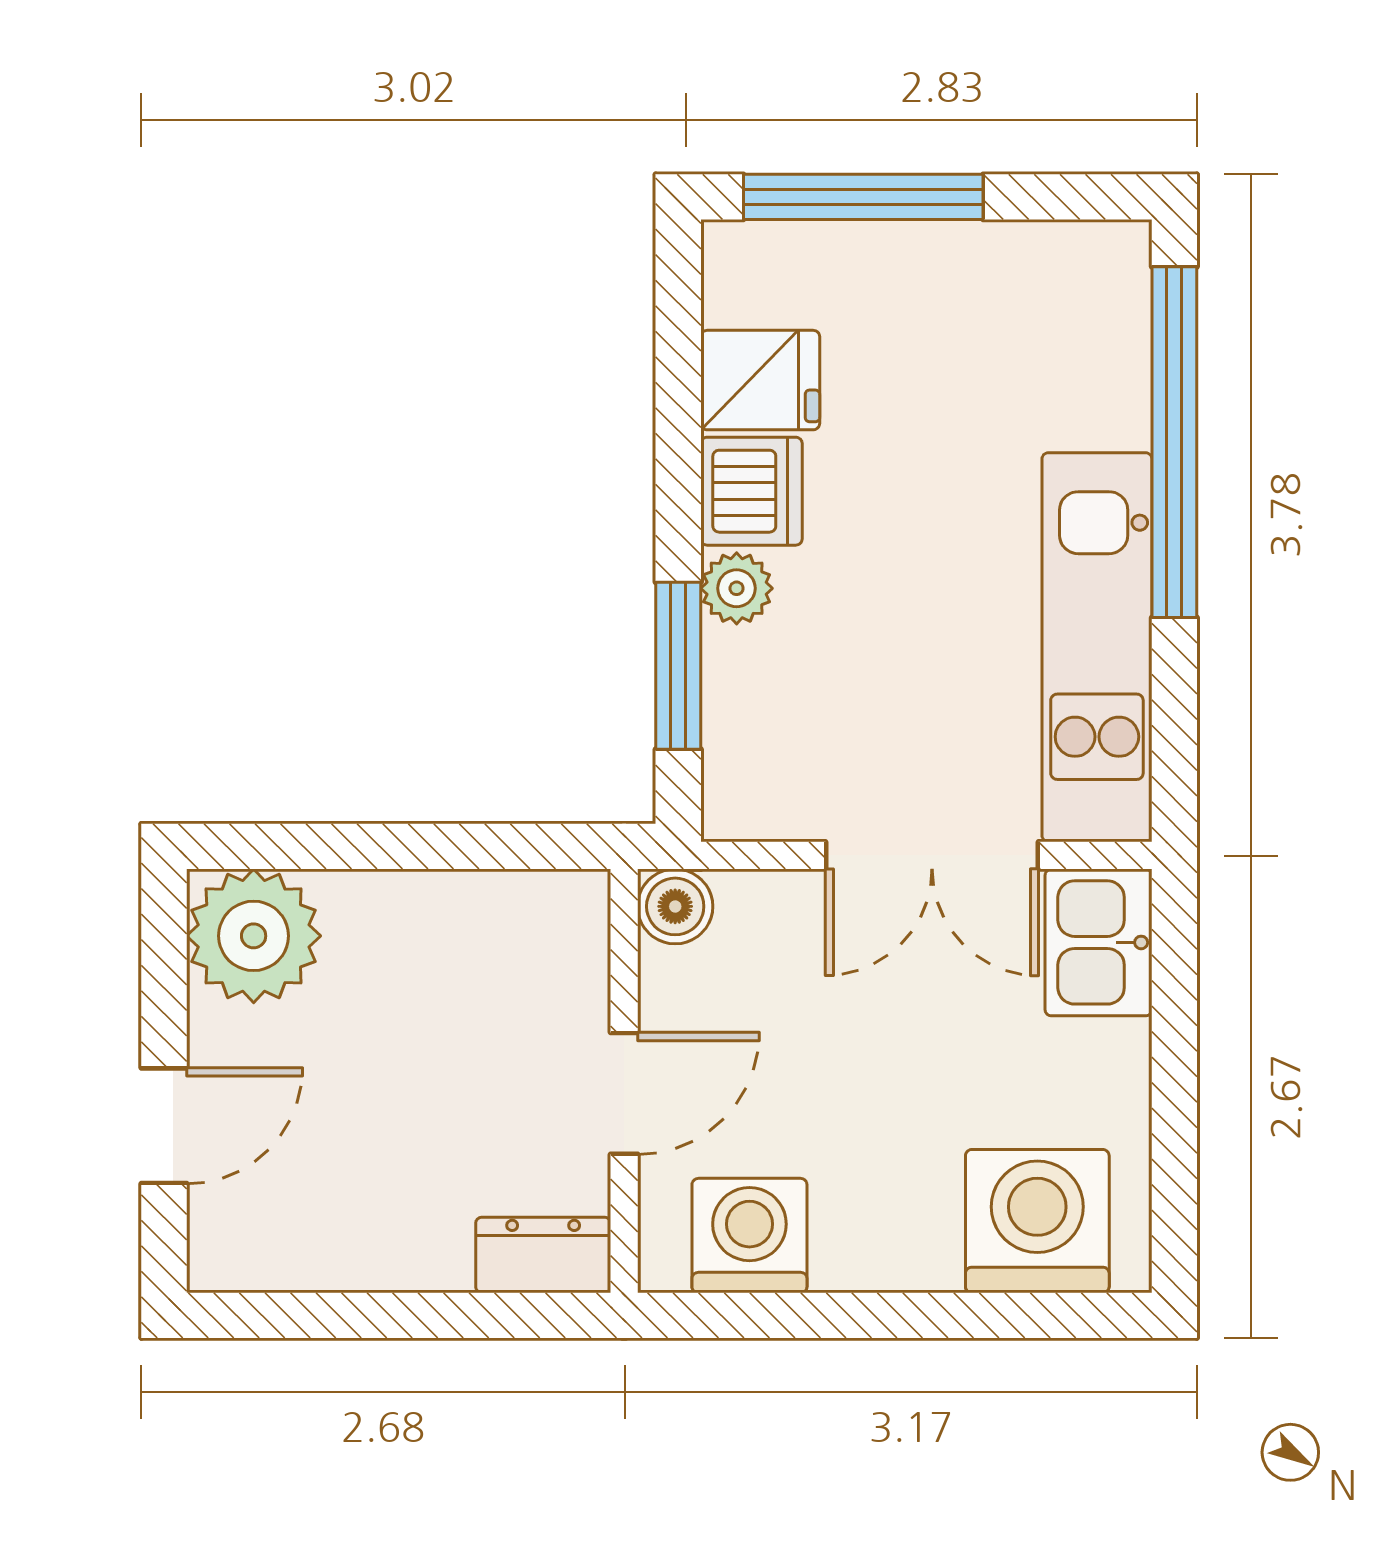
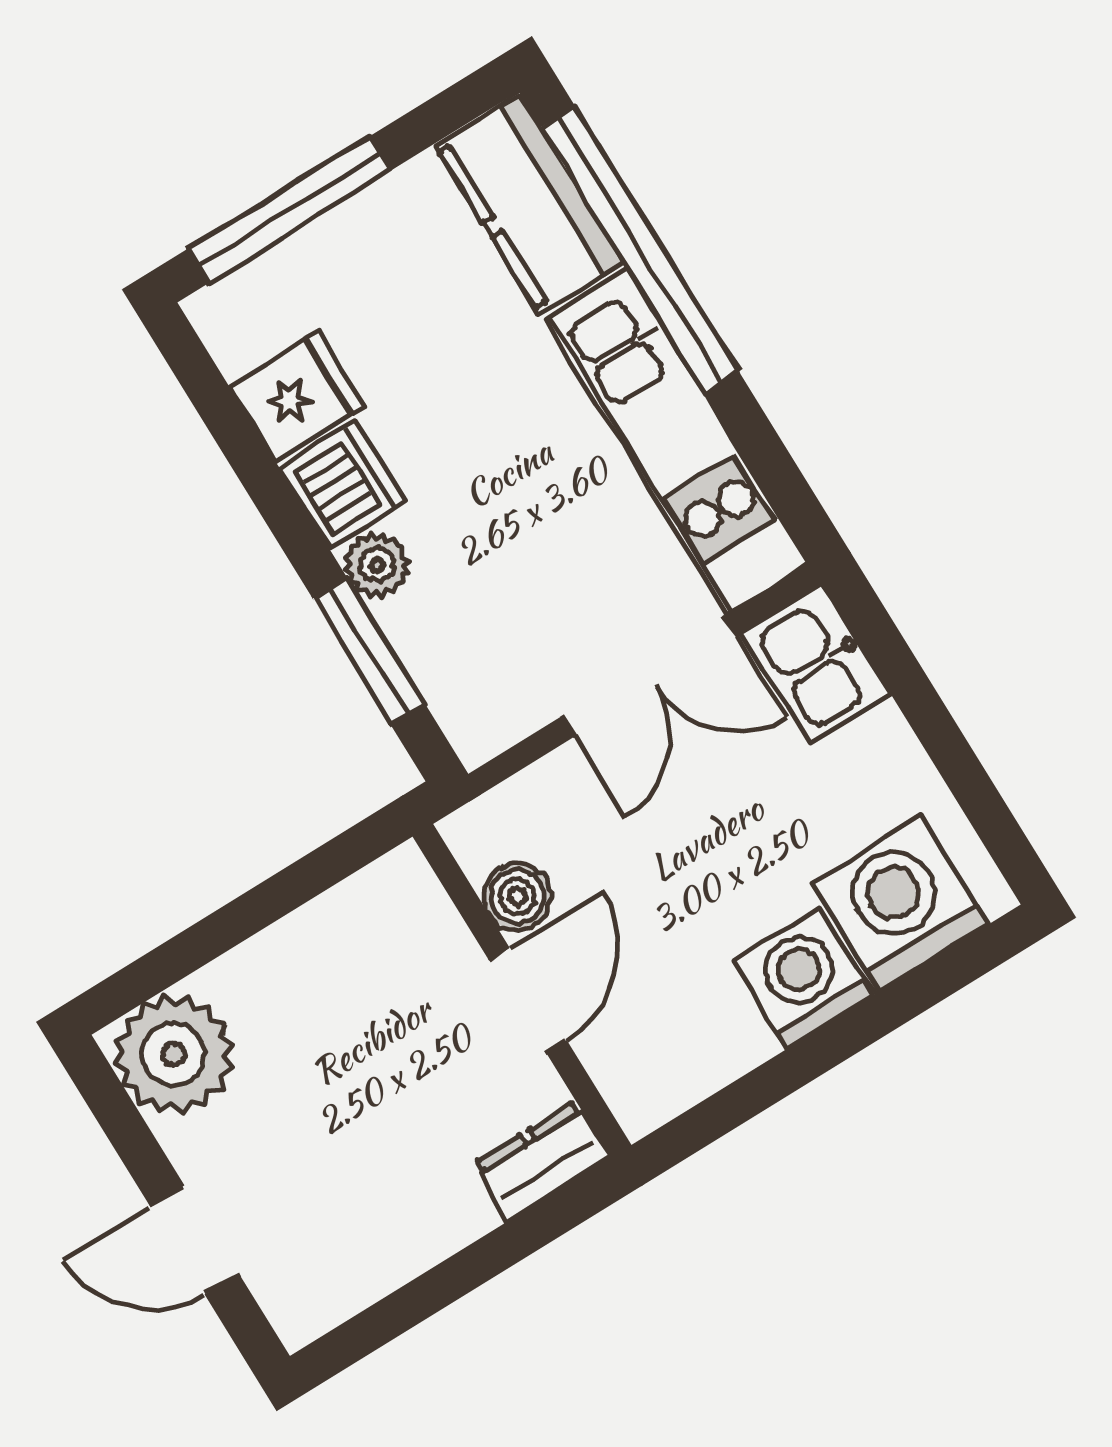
kitchen counter: (1096, 334) -> (530, 204), added
boiler: (675, 906) -> (517, 897), moved
door: (164, 1126) -> (195, 1240), swing flipped
washing machine: (749, 1236) -> (804, 978), moved

